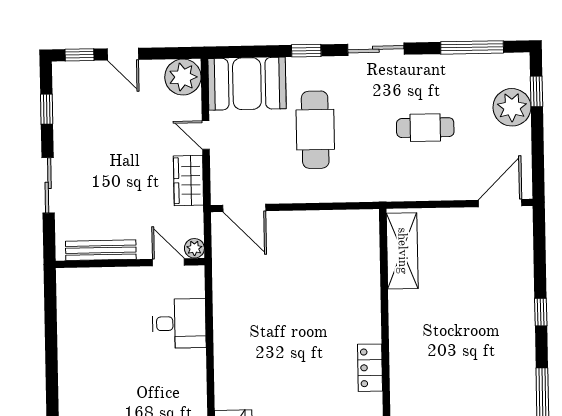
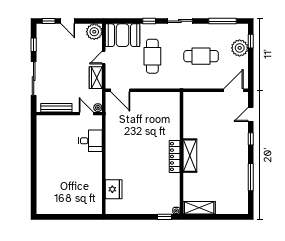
cafe table: (425, 128) -> (201, 56), width x1.37, depth x1.35
door: (206, 135) -> (104, 58), hinge flipped
sliding door: (48, 185) -> (34, 79), width x1.37
shelving: (402, 251) -> (190, 156), moved
door: (540, 257) -> (251, 114), added
locker: (370, 368) -> (175, 156), width x1.53

